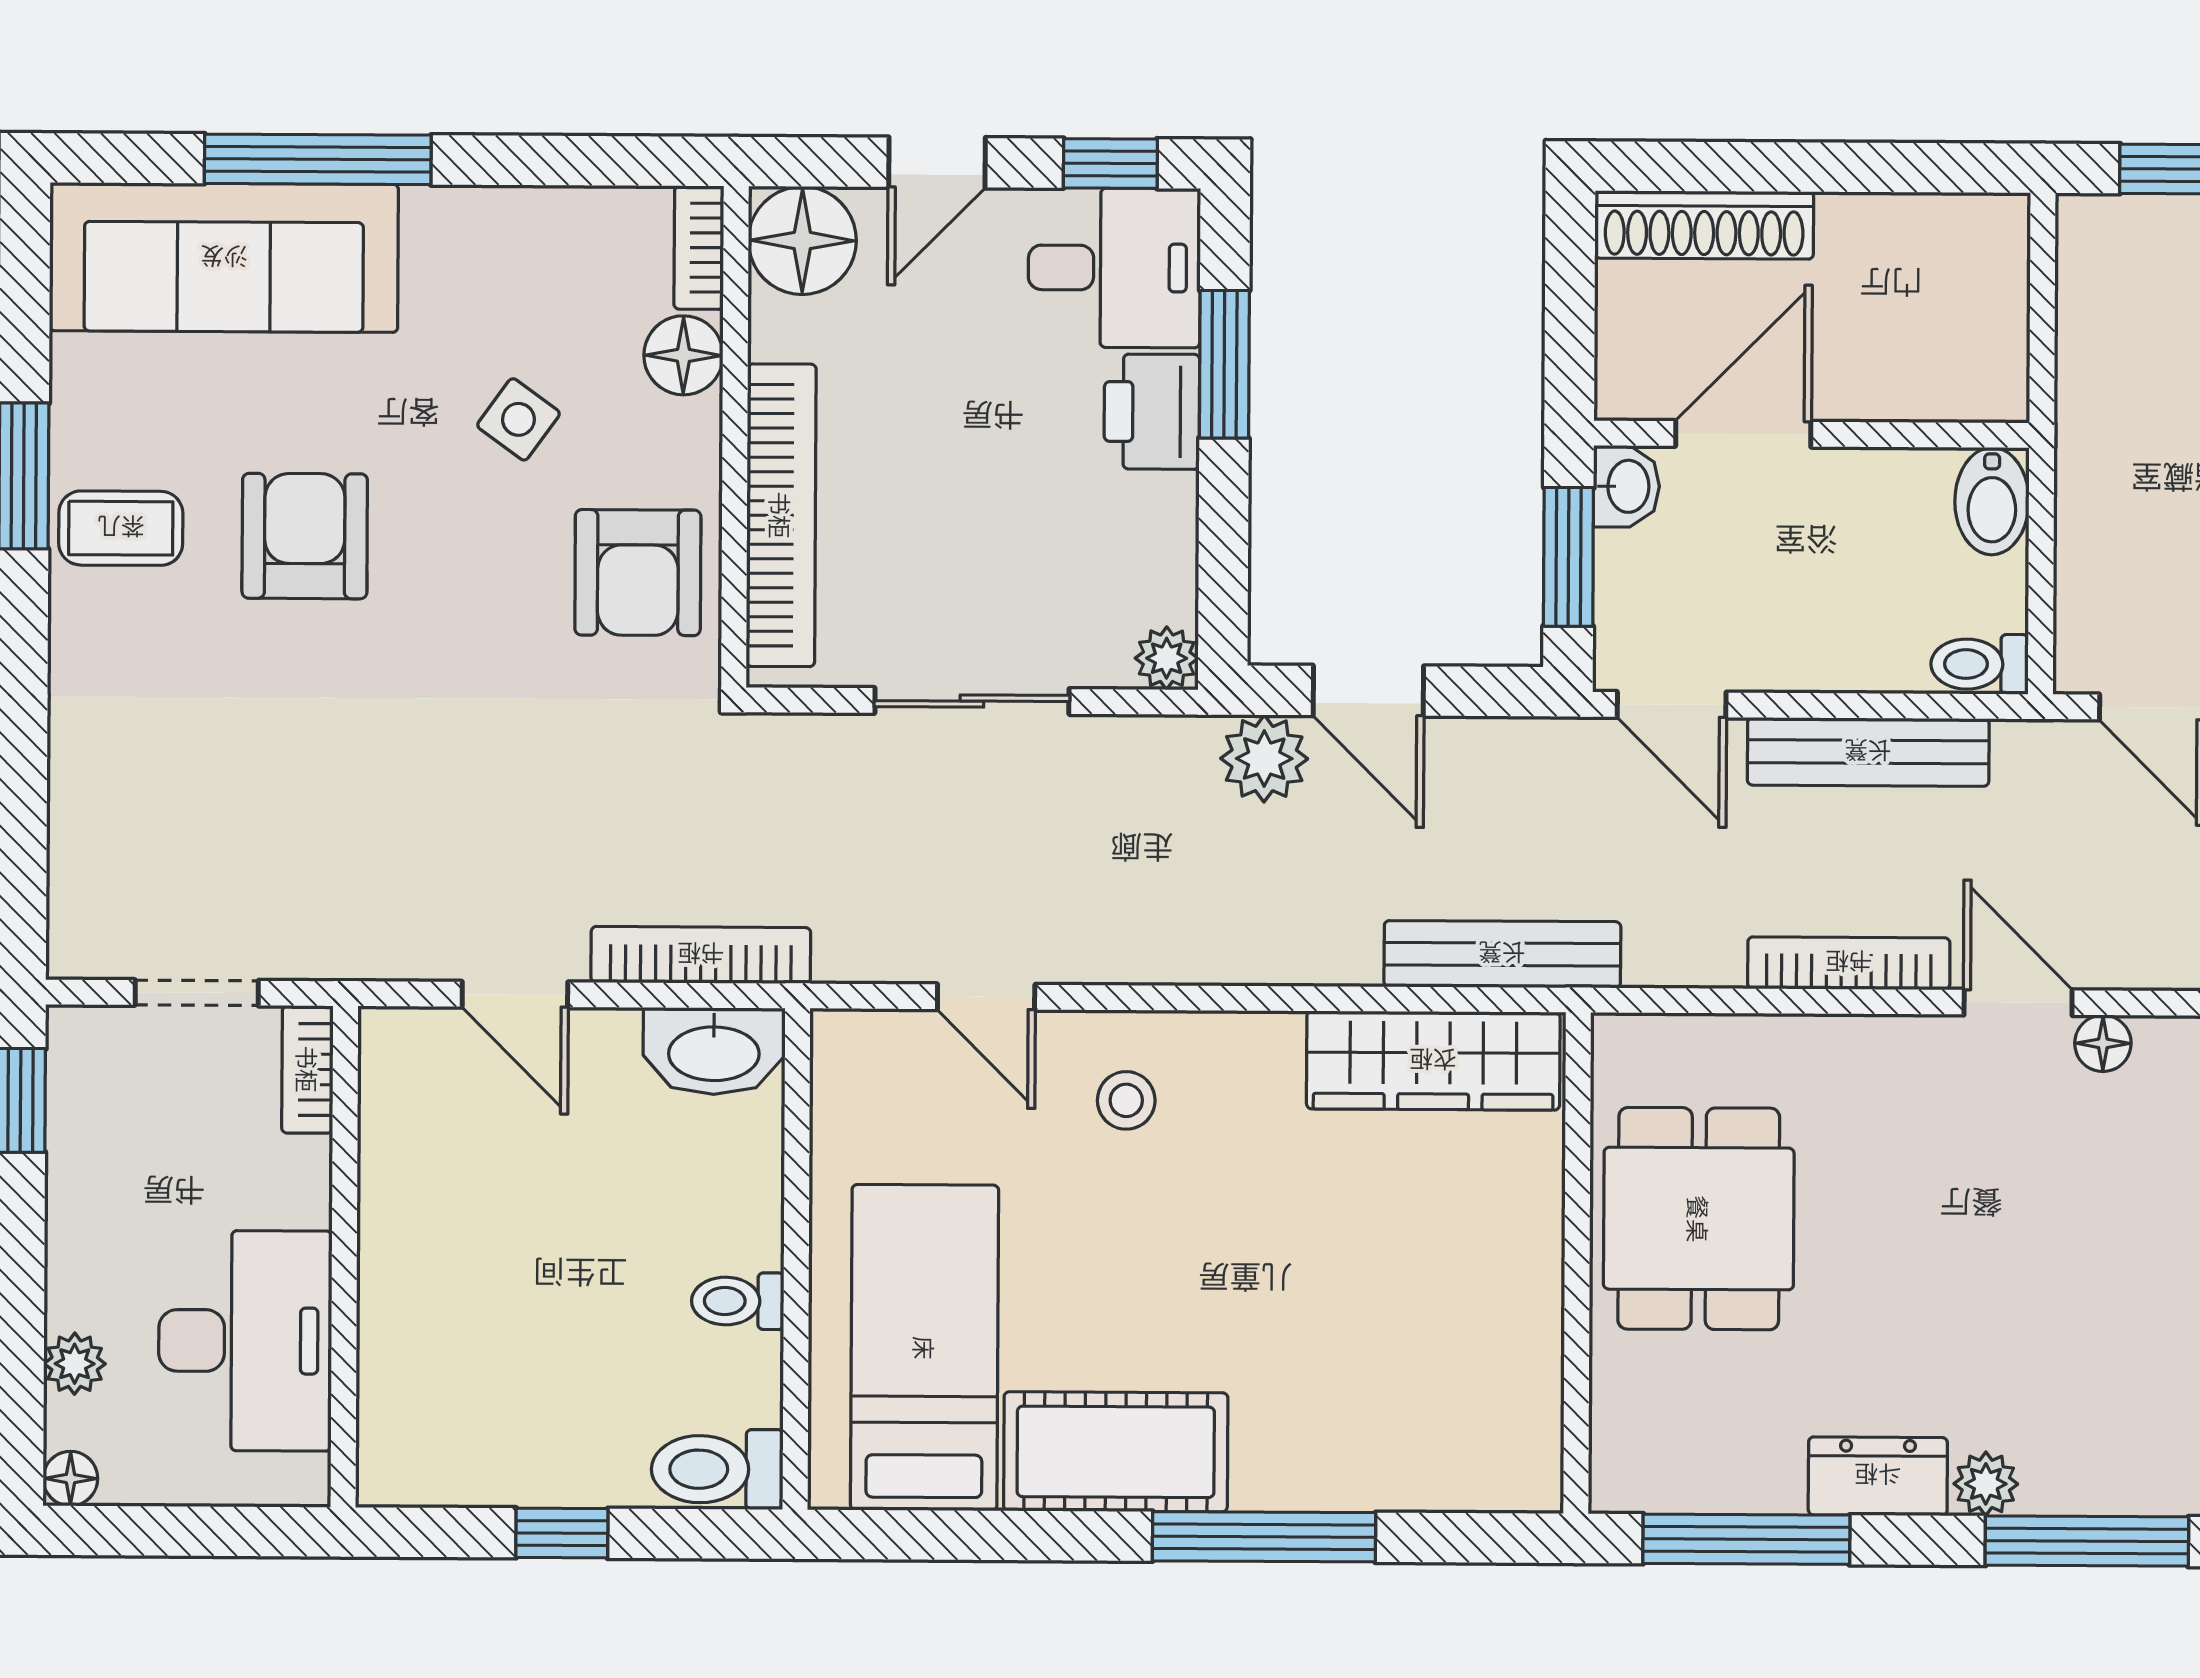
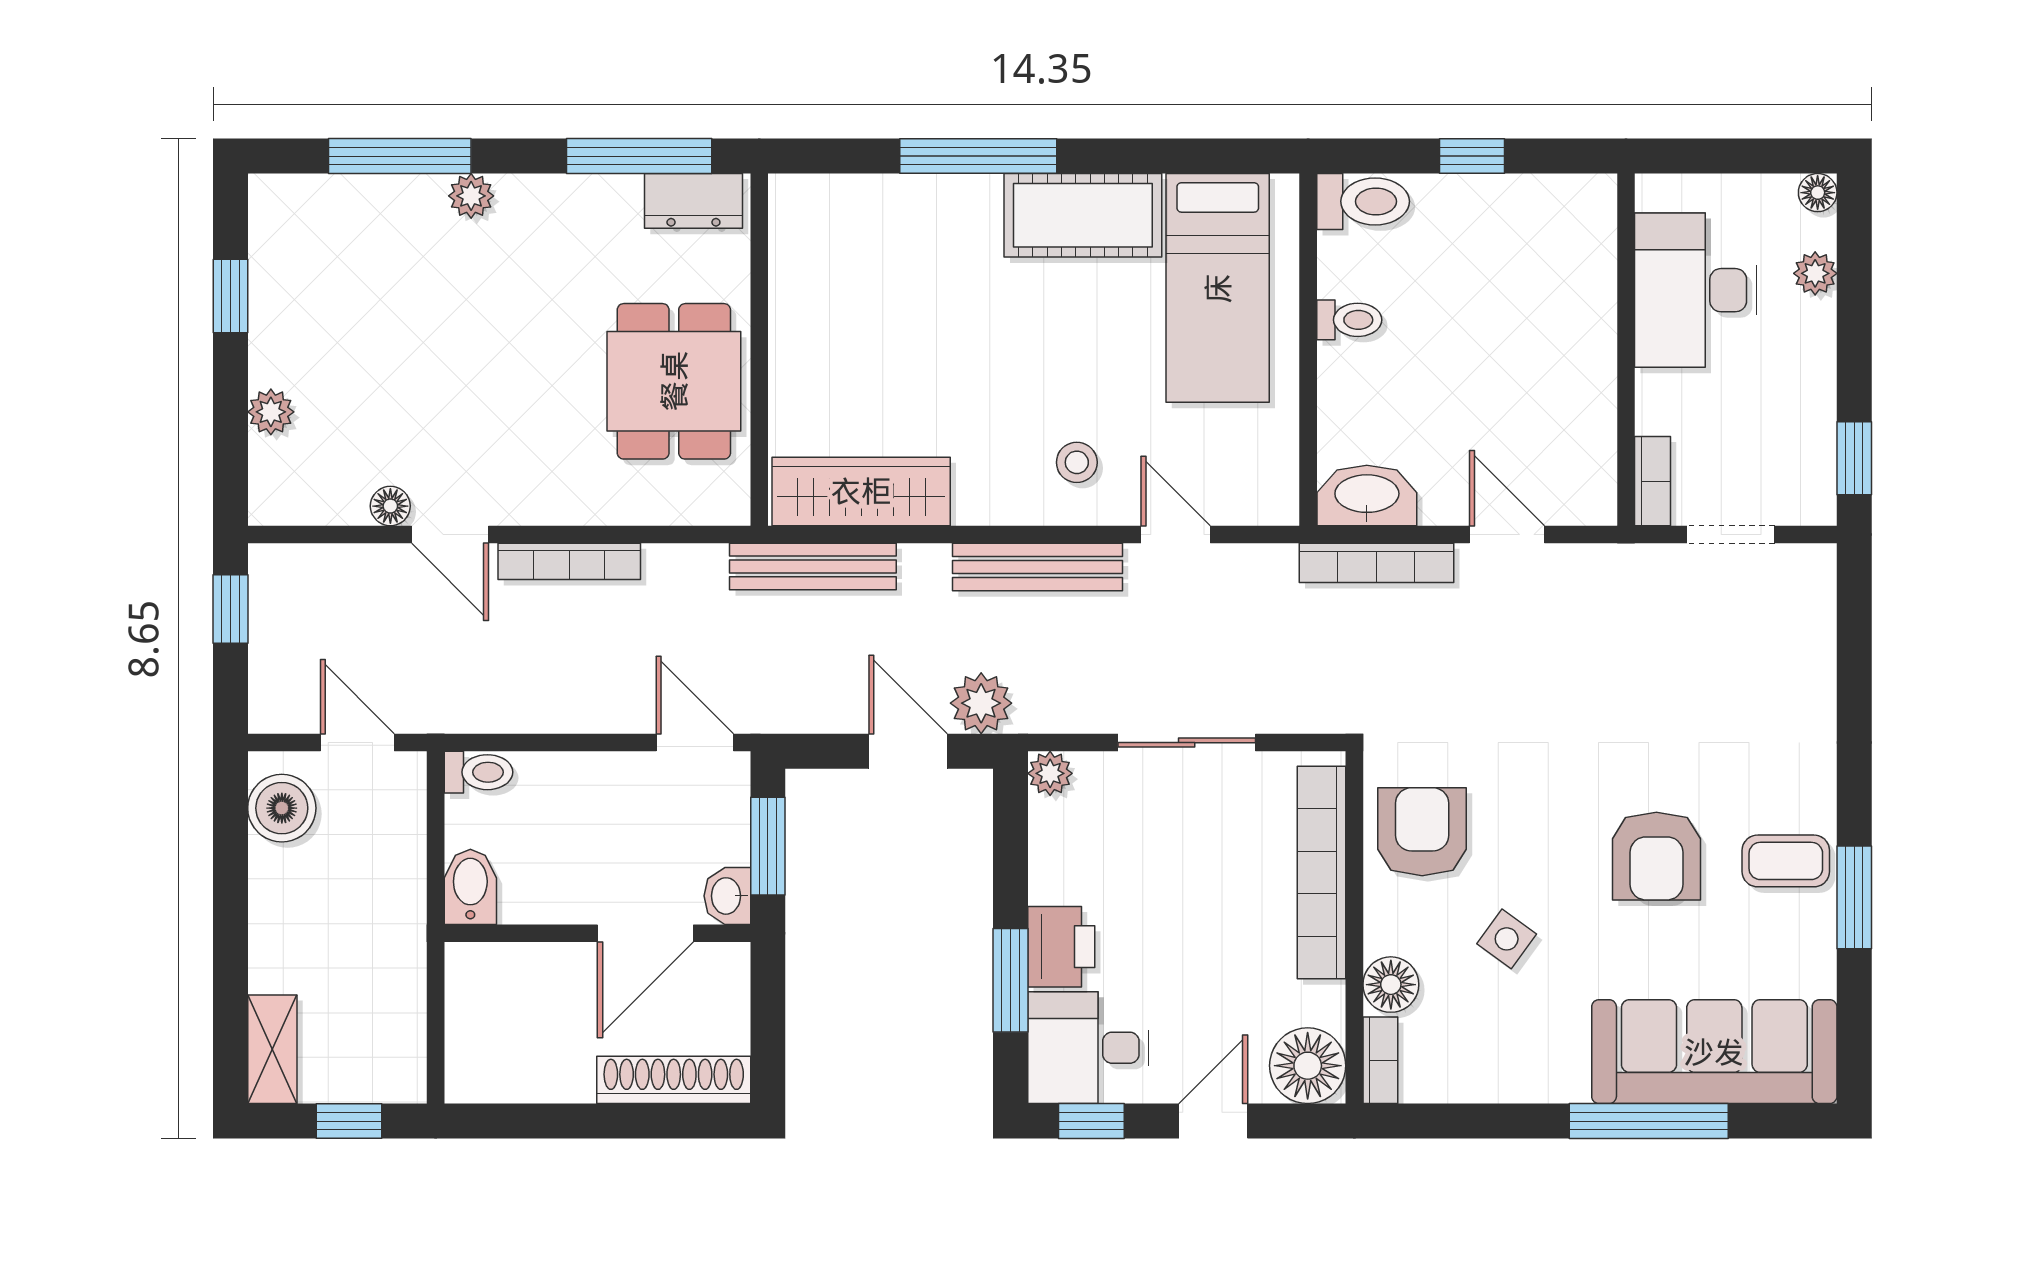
bench: (1868, 752) -> (1038, 567), moved
dresser: (1878, 1476) -> (693, 201), moved

